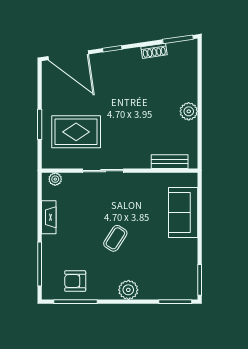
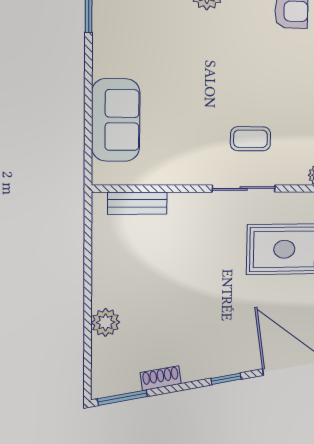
plant: (189, 111) -> (105, 322), moved
coffee table: (115, 238) -> (251, 139), moved, turned 57

